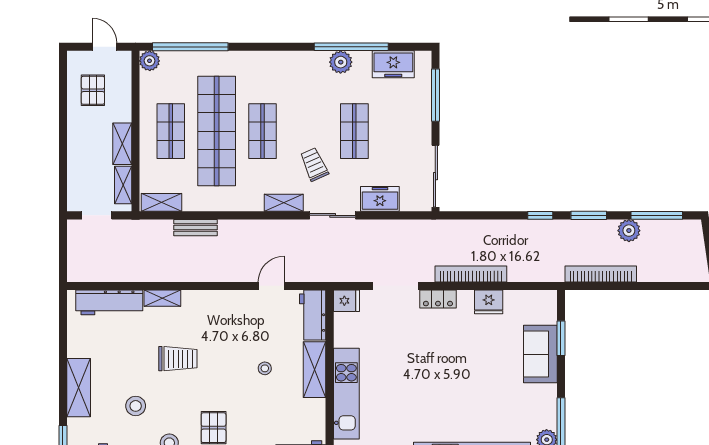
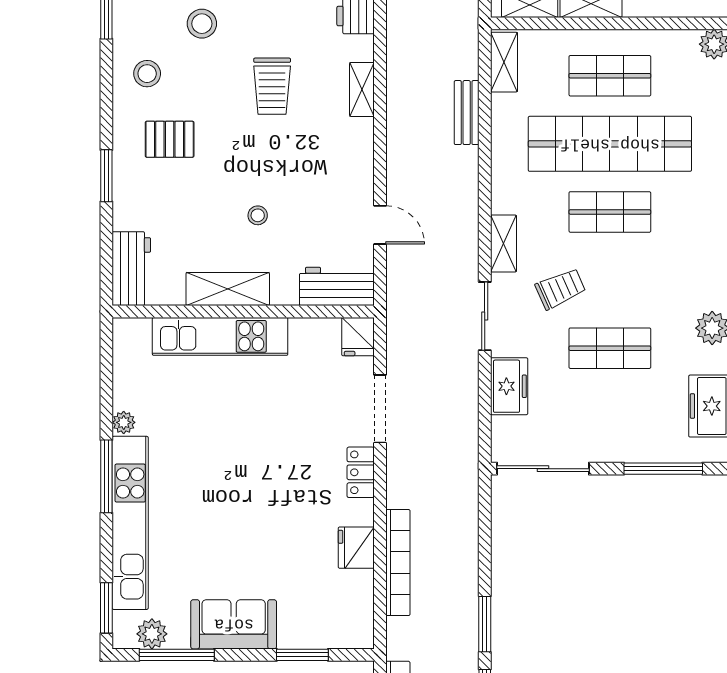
window: (540, 215) -> (485, 624), width x1.50
bookcase: (471, 274) -> (398, 563), moved
shelving: (162, 298) -> (362, 89), moved
sofa: (540, 354) -> (234, 624), moved
shelving: (314, 370) -> (228, 289), moved

